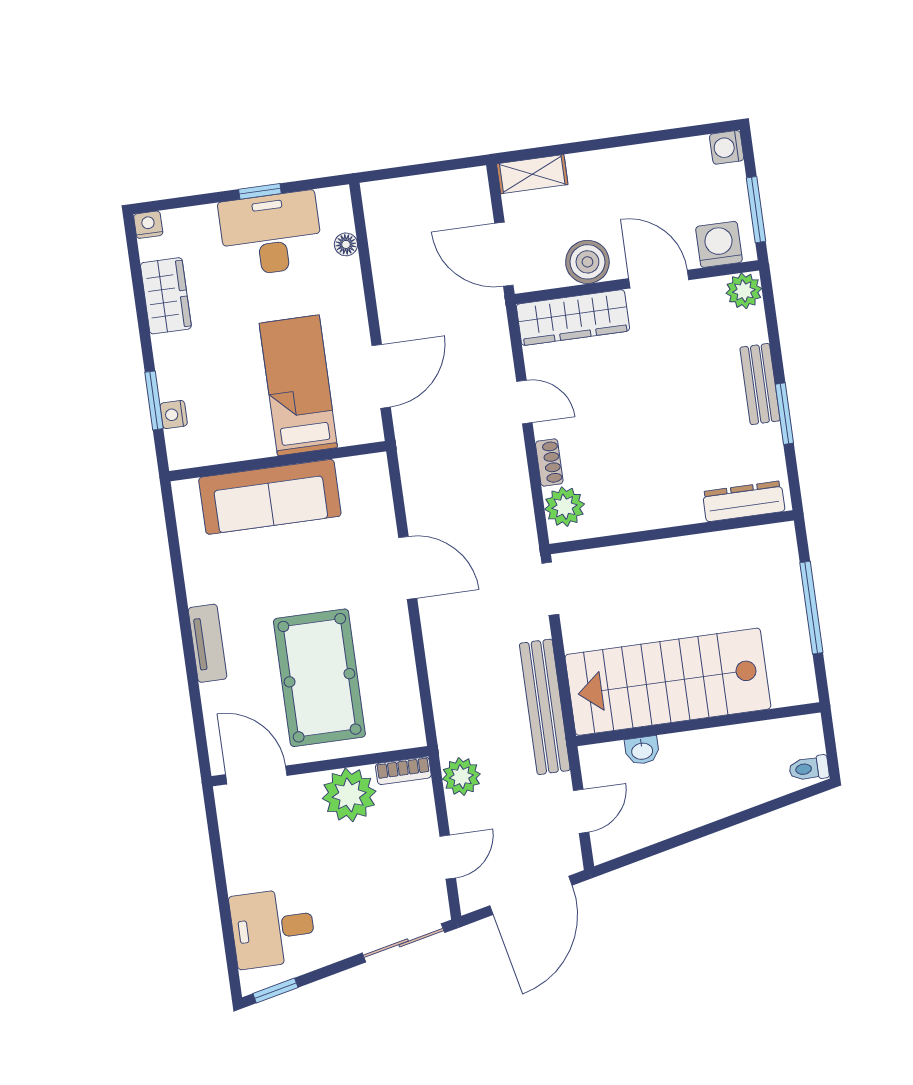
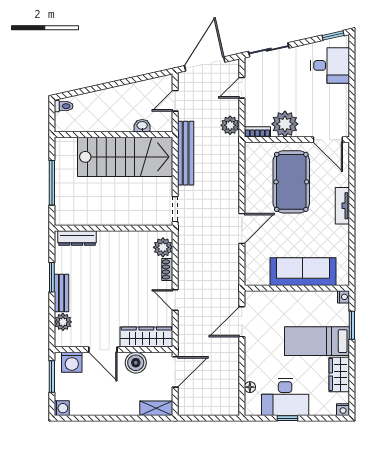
door: (504, 254) -> (175, 372), hinge flipped
plant: (744, 291) -> (63, 322), moved
bed: (298, 385) -> (317, 341), moved, turned 90
nightstand: (174, 414) -> (343, 297), moved
door: (408, 568) -> (242, 229), swing flipped

